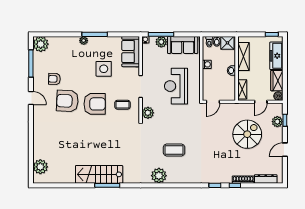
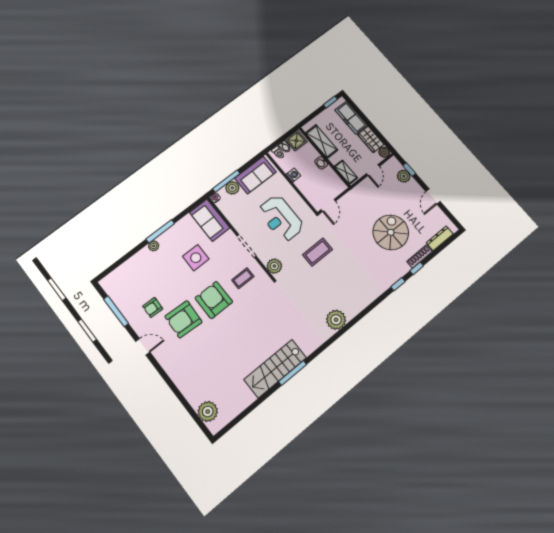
plant: (41, 44) -> (112, 284), removed
armchair: (95, 104) -> (214, 300), turned -90
spiral stairs: (247, 134) -> (391, 232), moved
coffee table: (174, 150) -> (318, 252), moved

